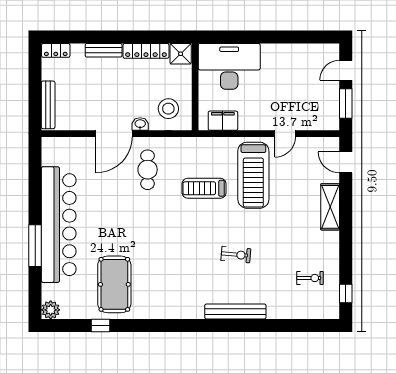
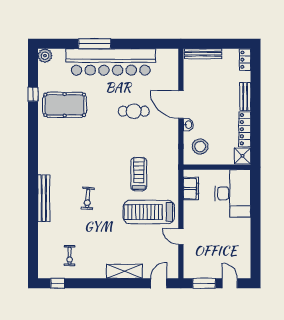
cafe table: (148, 170) -> (134, 111), moved

